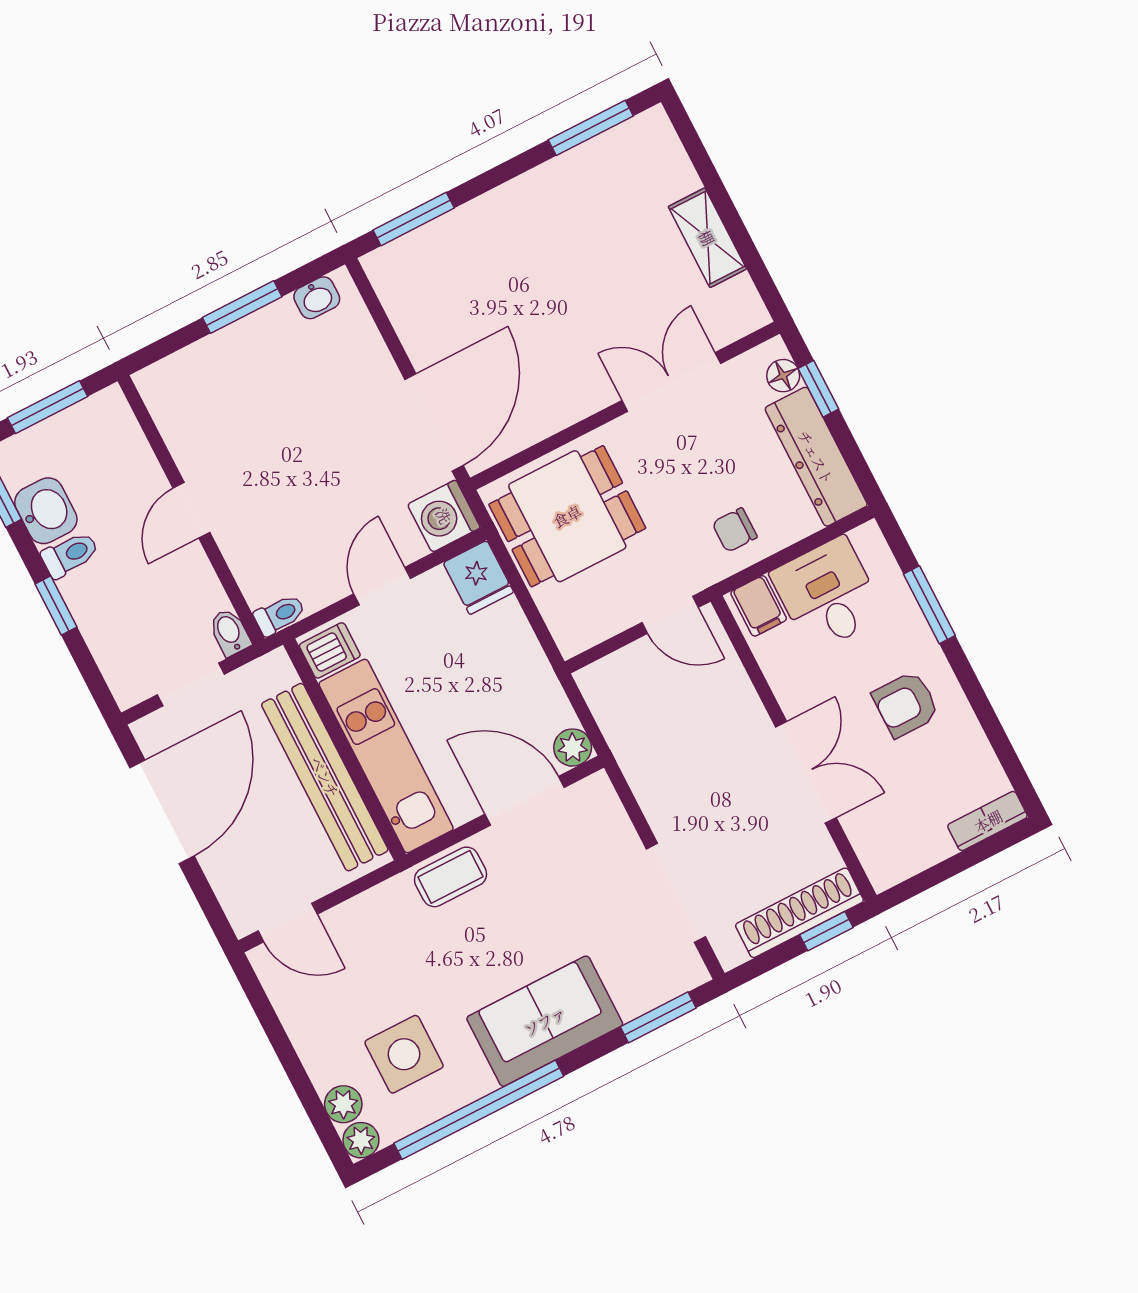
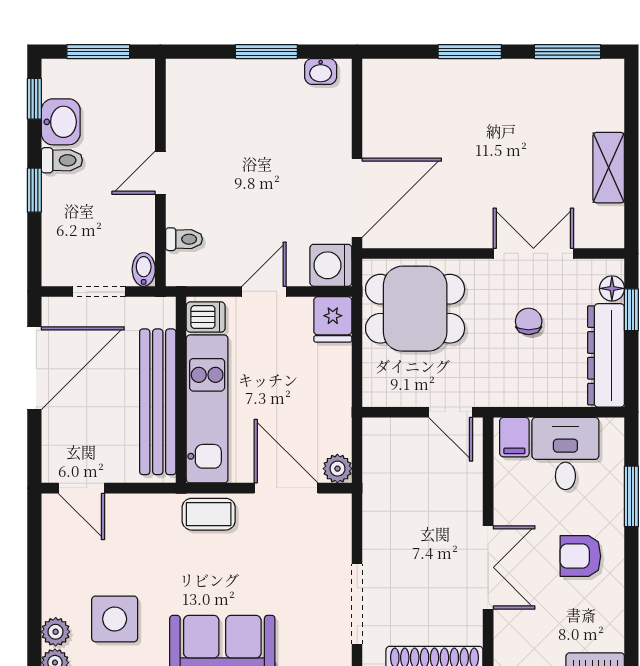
window: (414, 219) -> (470, 52), moved
chair: (735, 530) -> (529, 321), moved, turned 90
toilet: (280, 615) -> (184, 239), moved

